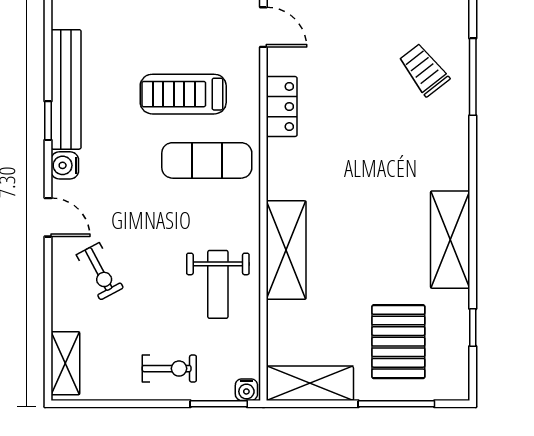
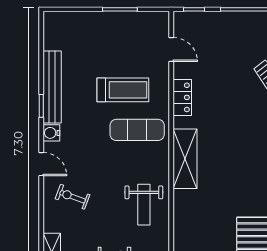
treadmill: (183, 94) -> (123, 90), turned 180
shelving: (286, 250) -> (185, 159), moved
exercise bike: (100, 271) -> (73, 197), turned 138

